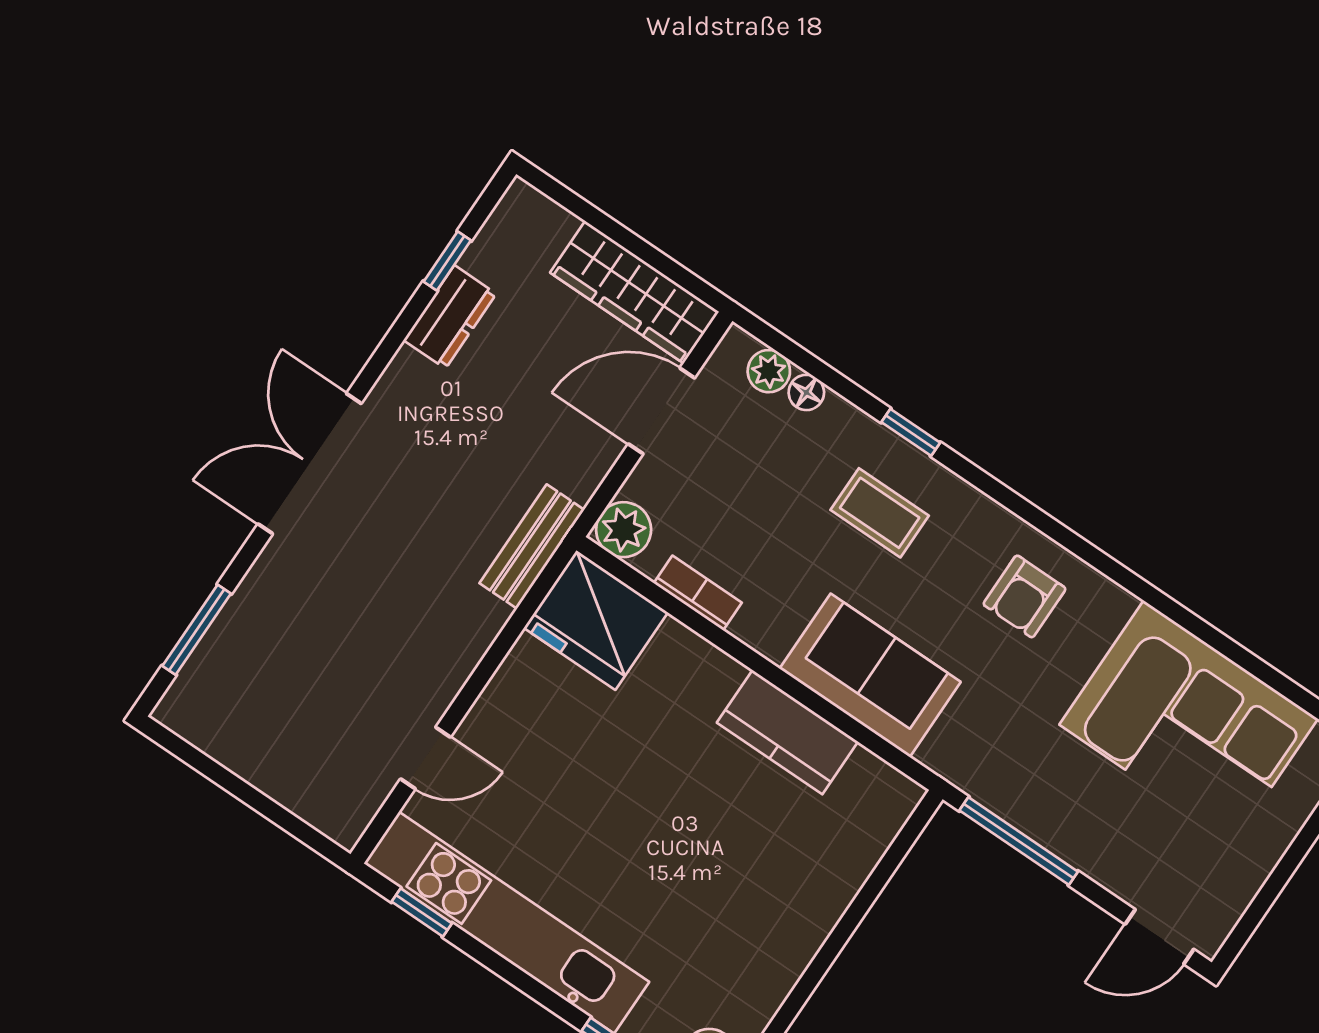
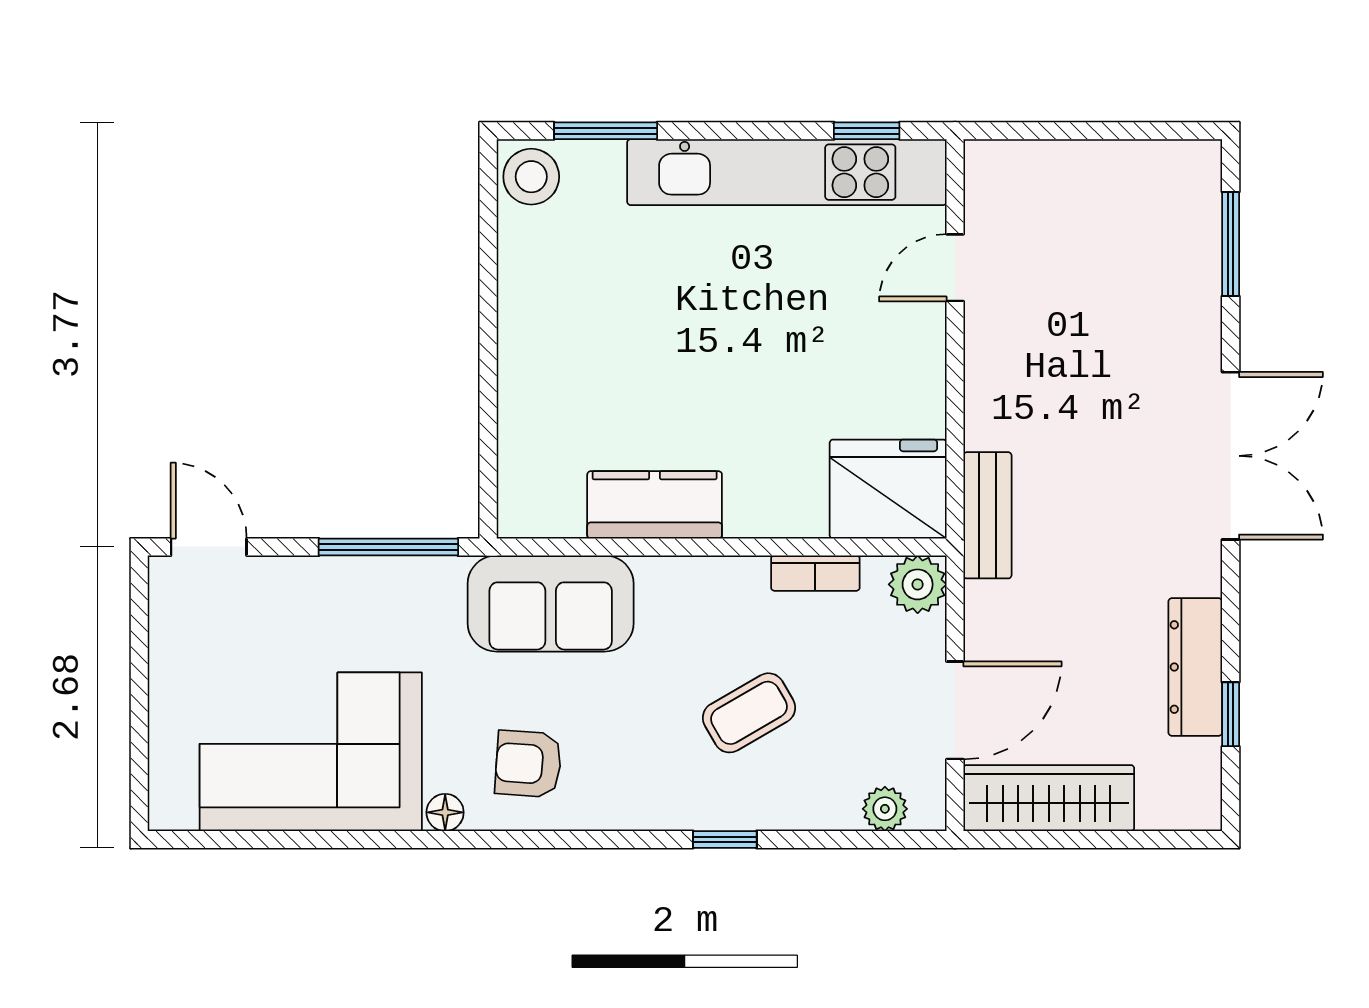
dresser: (450, 317) -> (1195, 667), width x1.44
floor lamp: (806, 392) -> (445, 812), moved
coffee table: (880, 513) -> (749, 713), moved, turned -30
armchair: (1024, 596) -> (528, 764), turned -86
sofa: (870, 675) -> (551, 603), moved
door: (1159, 937) -> (209, 547), hinge flipped

